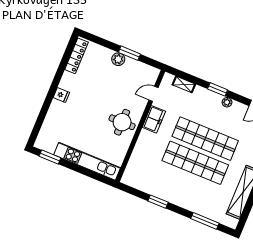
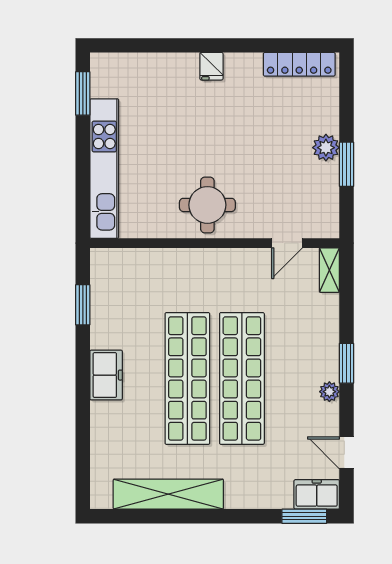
shelving: (184, 84) -> (329, 270), moved
door: (153, 94) -> (287, 243), swing flipped
freezer: (154, 119) -> (106, 375), moved, turned -90
window: (158, 202) -> (83, 305), moved
window: (205, 221) -> (83, 443), removed

